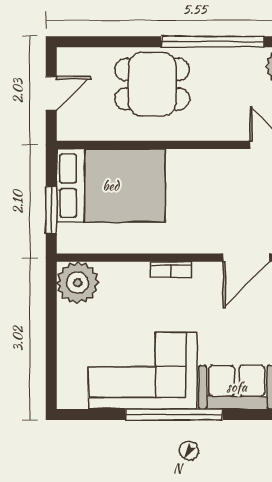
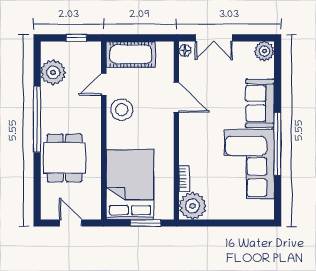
stool: (227, 173) -> (122, 110), added
bookcase: (171, 270) -> (184, 178), moved

